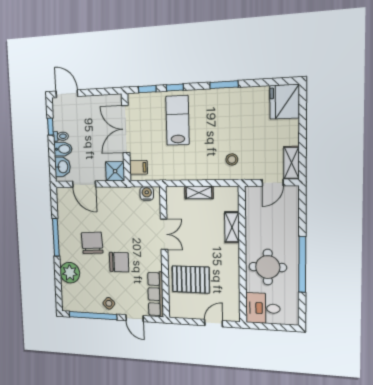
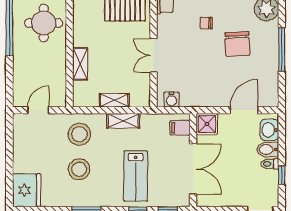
stool: (232, 125) -> (79, 169), added
stool: (232, 159) -> (79, 134), width x1.89, depth x1.89
shelving: (291, 163) -> (123, 121), moved, turned 90
door: (84, 184) -> (244, 110), hinge flipped
chair: (119, 262) -> (206, 23), width x0.54, depth x0.54

